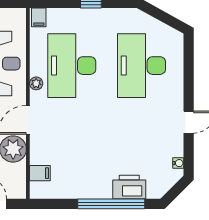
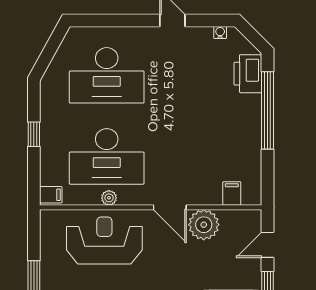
plant: (36, 83) -> (109, 198), moved
printer: (129, 187) -> (248, 74), moved

